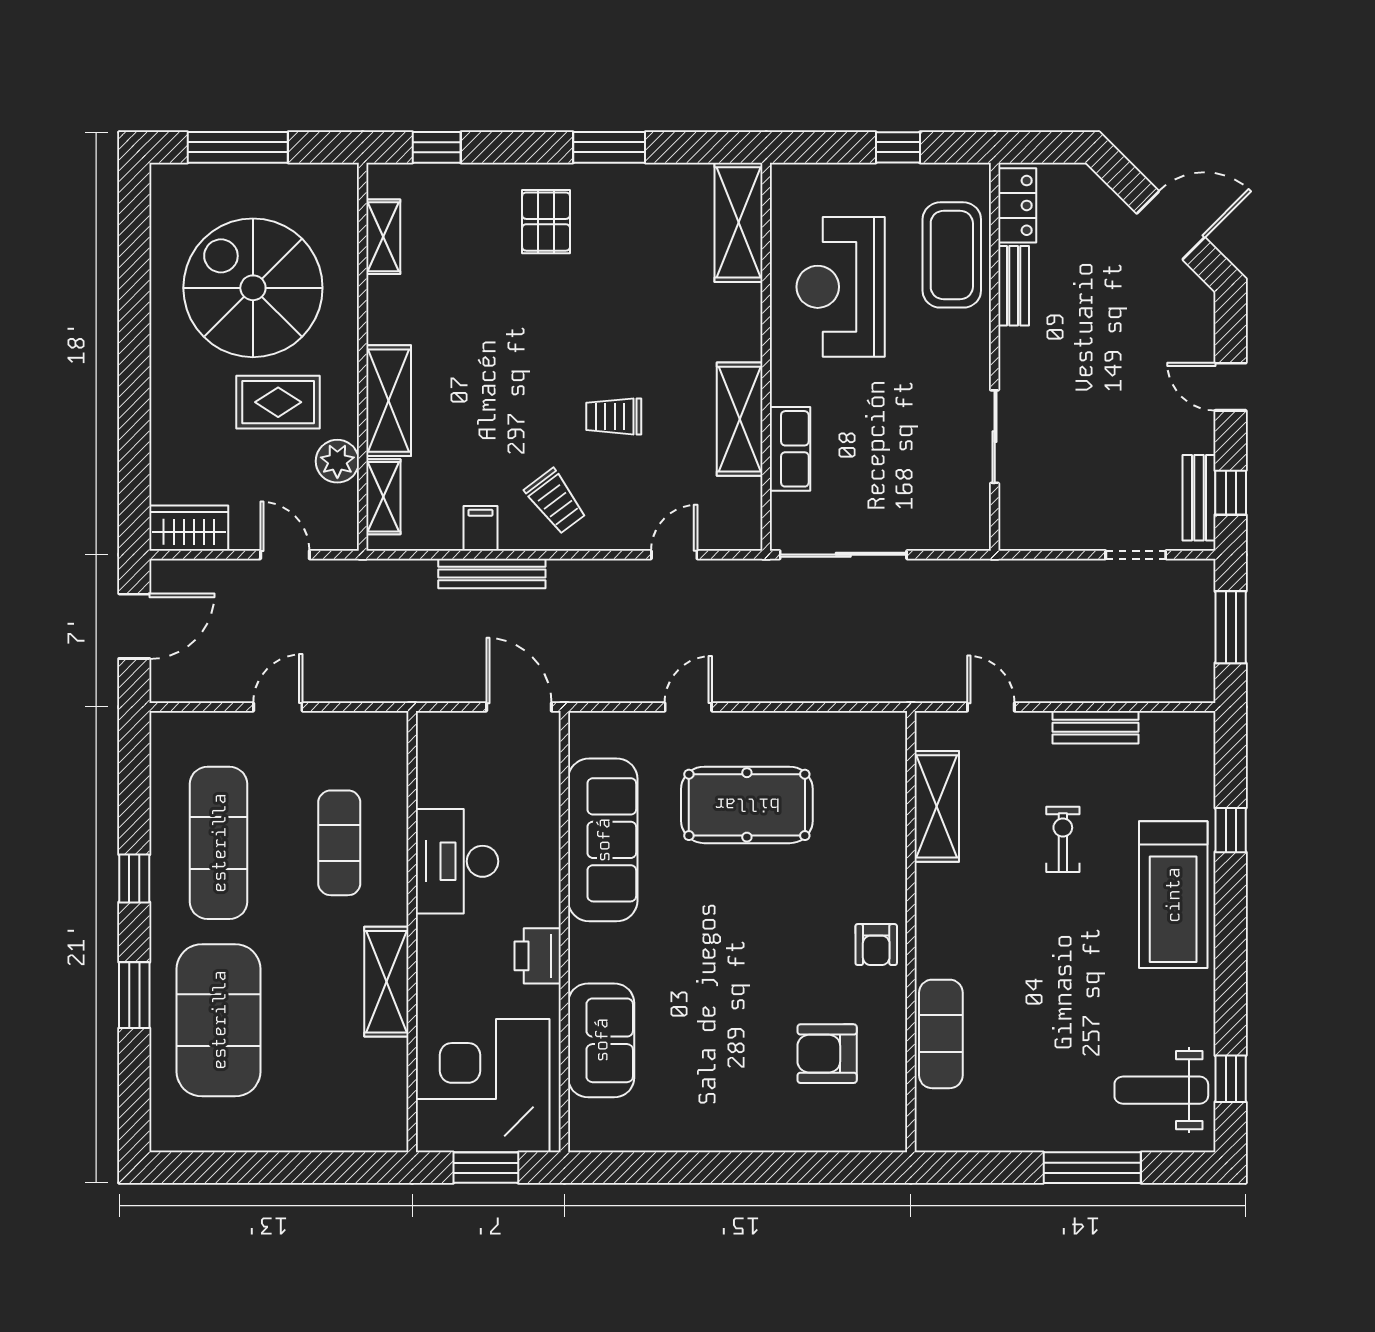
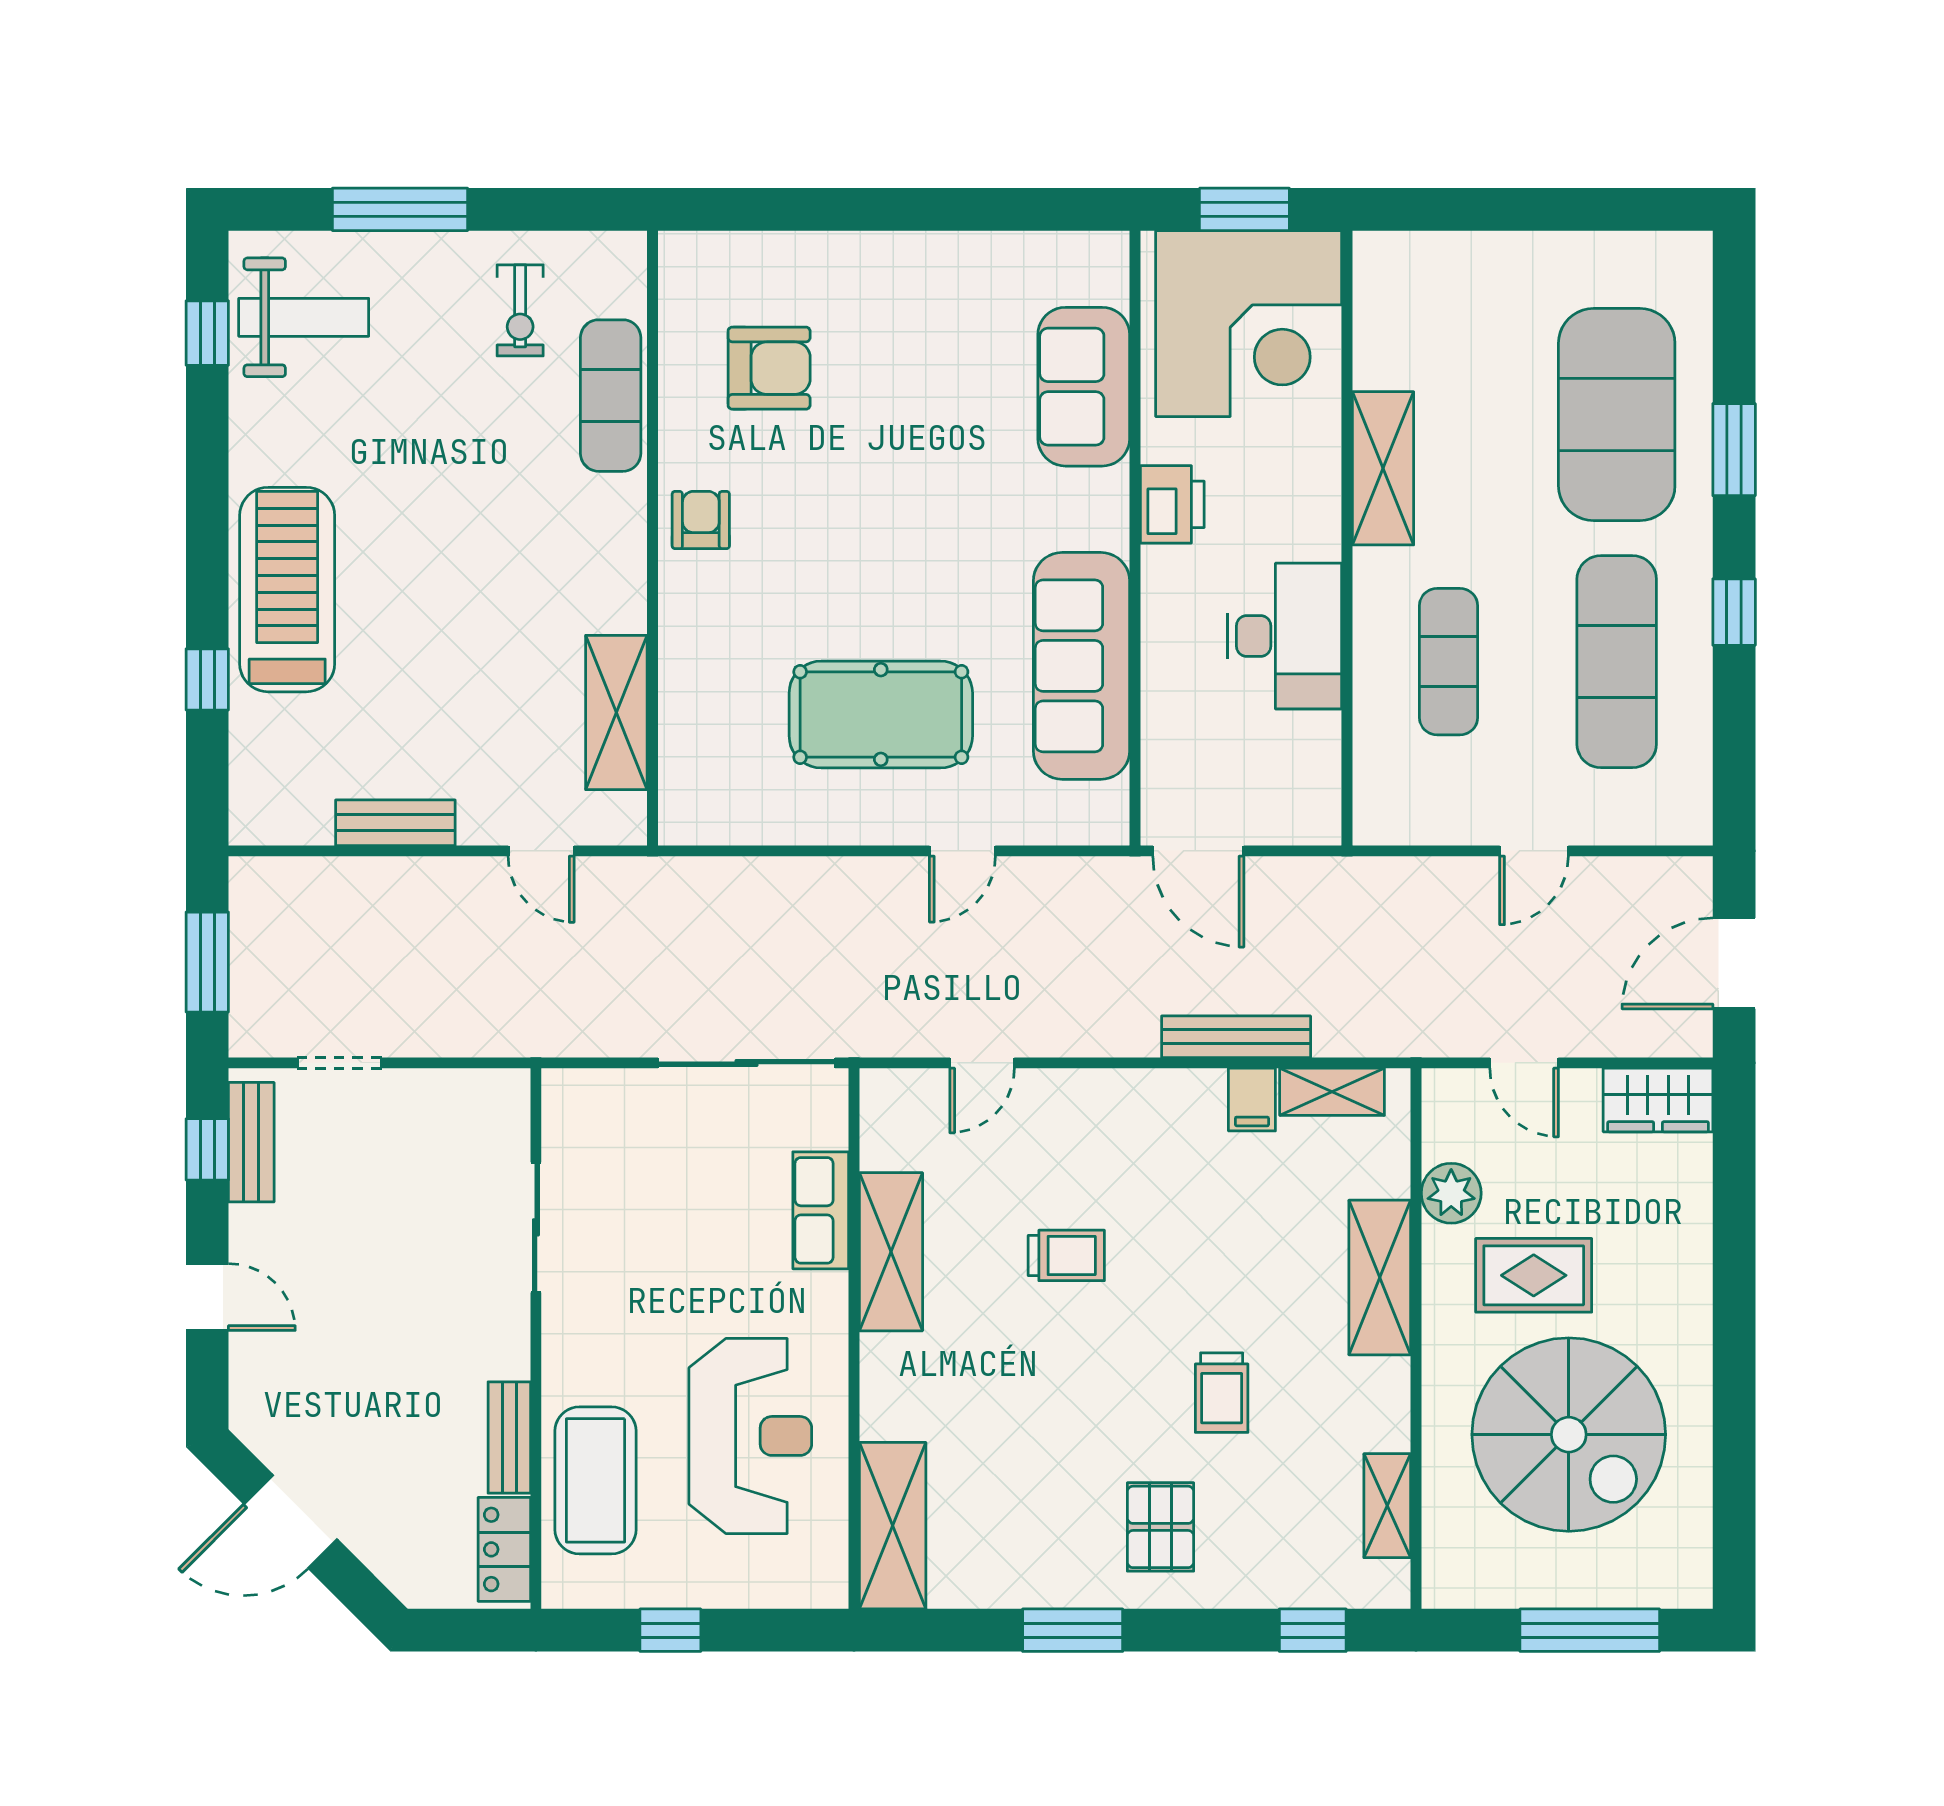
shelving: (383, 497) -> (1332, 1092), moved, turned 90
trolley: (556, 501) -> (1222, 1393), moved, turned -143
exercise bike: (1063, 839) -> (520, 310), moved

